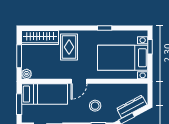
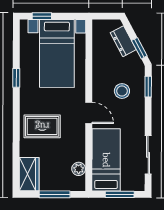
wardrobe: (40, 38) -> (29, 174), width x0.67
plant: (27, 74) -> (79, 169), moved
dresser: (132, 107) -> (123, 41), width x0.70

